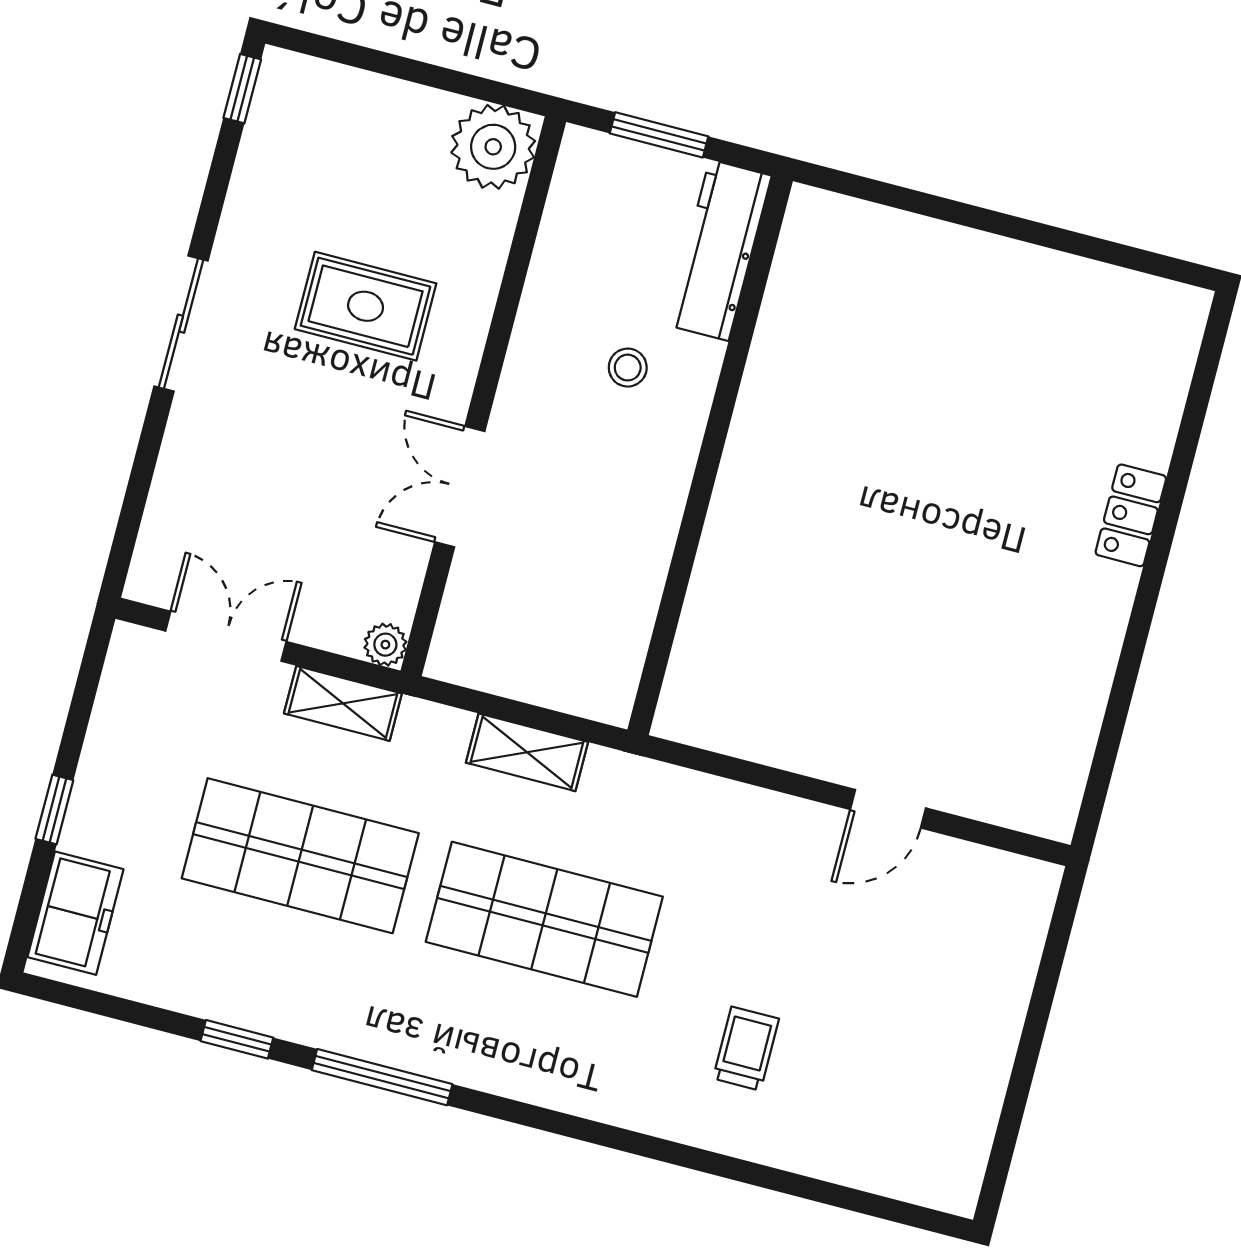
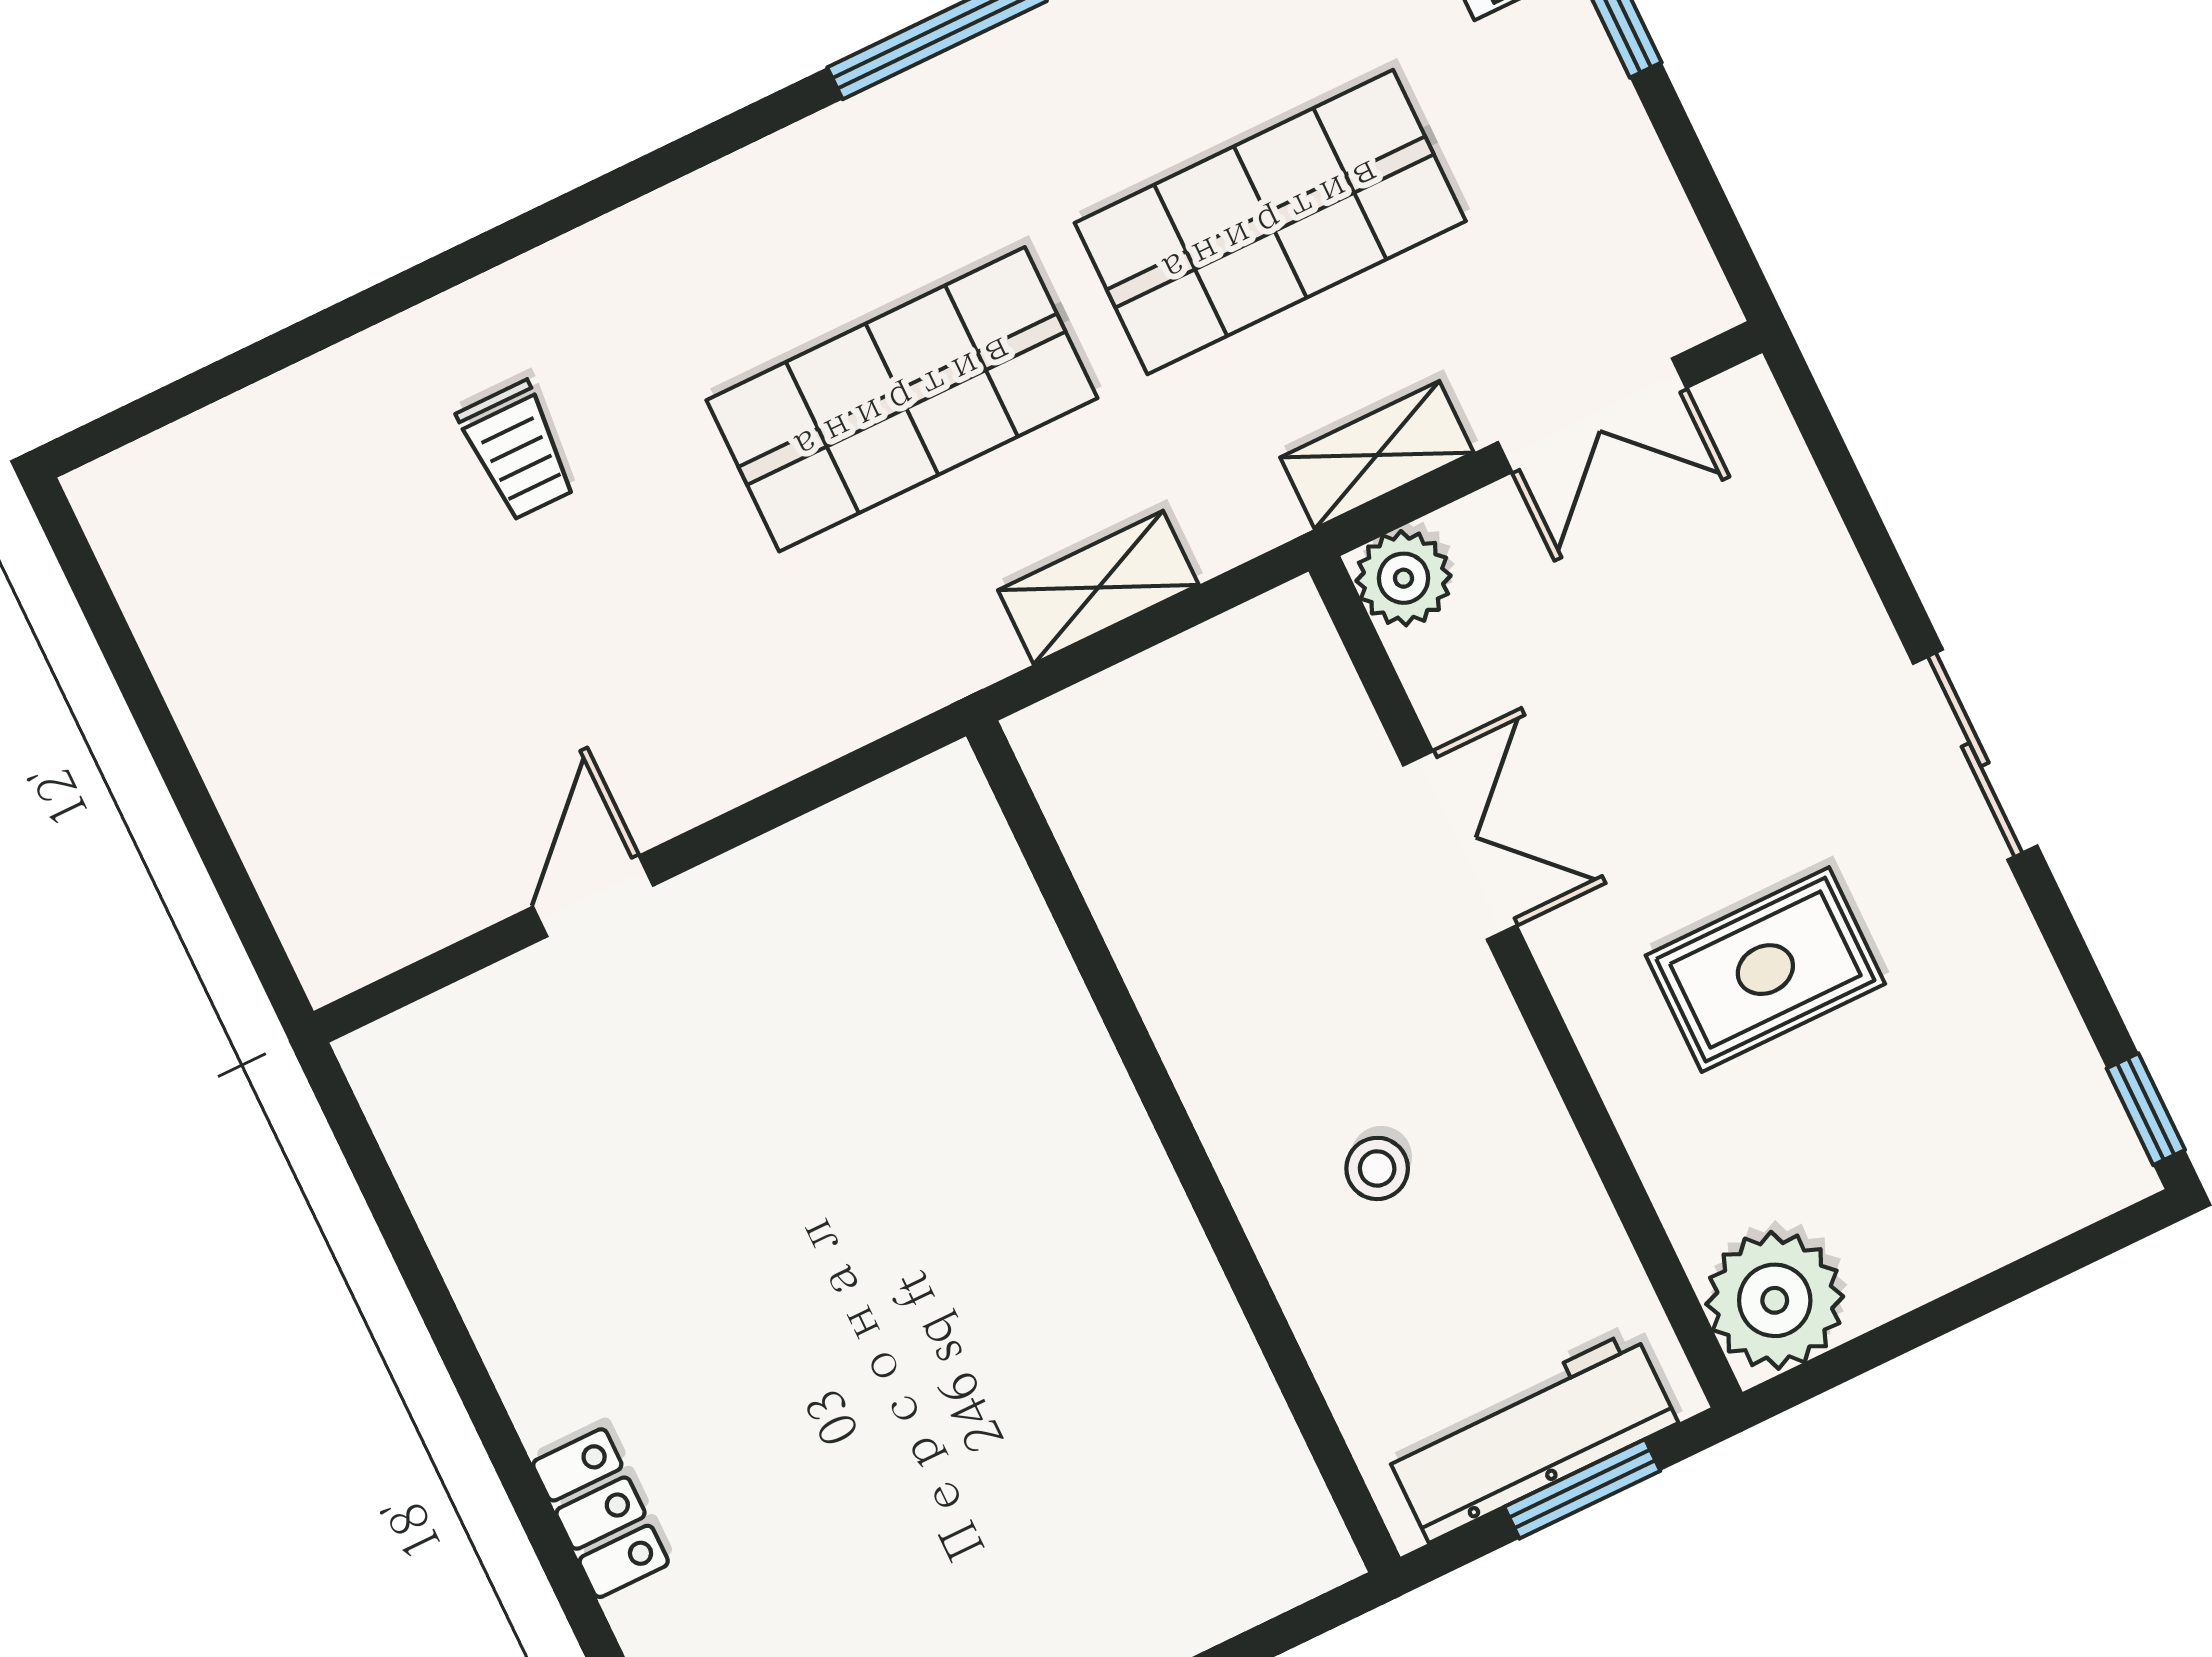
workbench: (719, 250) -> (1531, 1436), moved, turned -90
plant: (385, 645) -> (1404, 578), width x1.38, depth x1.38

